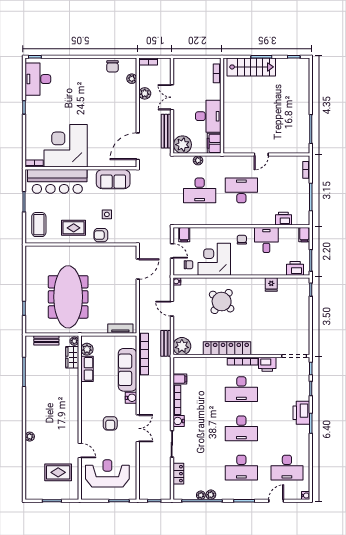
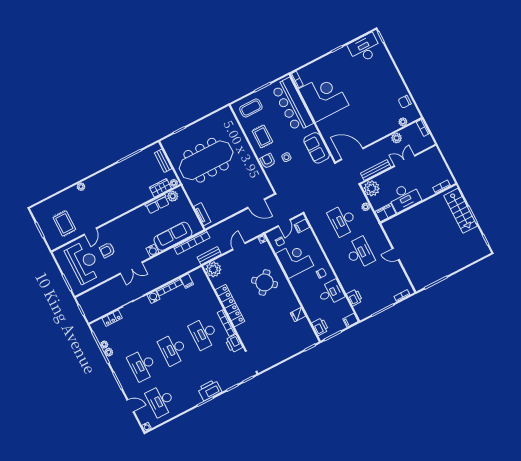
armchair: (110, 423) -> (107, 250), moved

